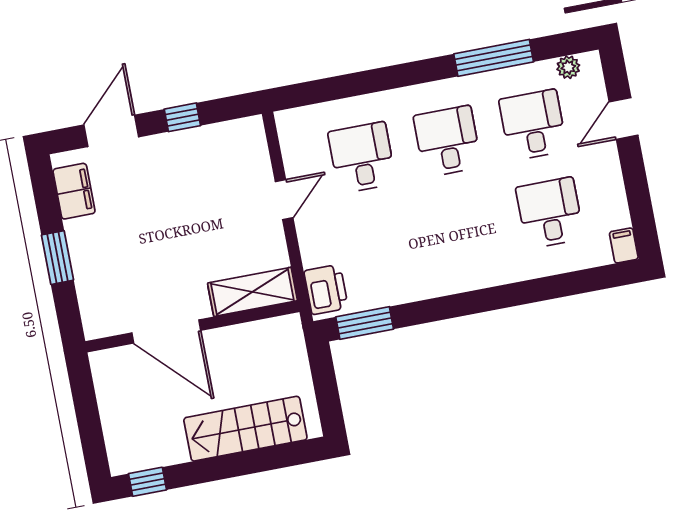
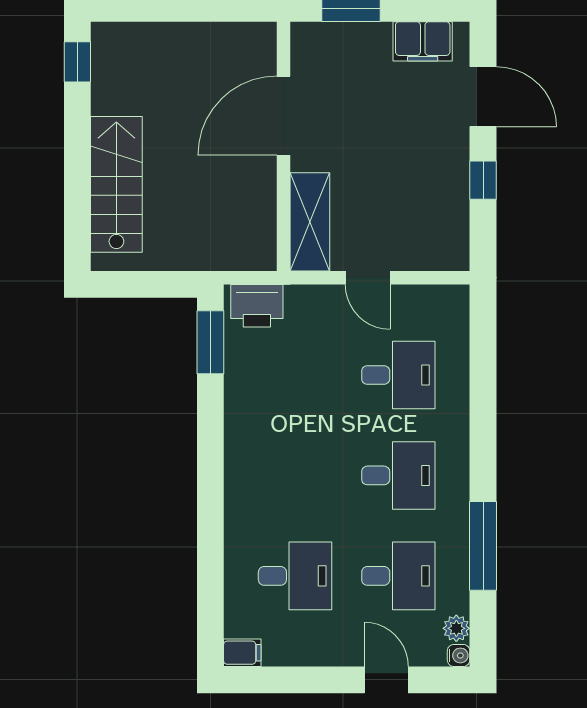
water cooler: (591, 61) -> (459, 655), added
shelving: (252, 292) -> (310, 222), moved
wall: (192, 327) -> (284, 146), moved
door: (166, 332) -> (284, 116), moved

